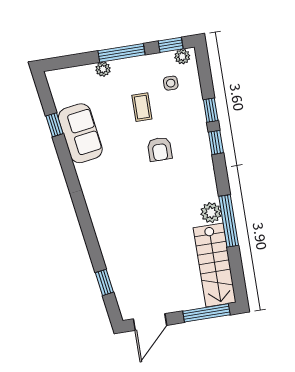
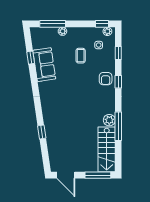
window: (121, 53) -> (53, 24), moved
window: (211, 110) -> (118, 53), moved
armchair: (160, 149) -> (106, 79), moved
window: (104, 282) -> (42, 132), moved
door: (150, 322) -> (66, 175), hinge flipped

